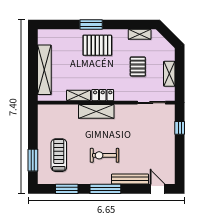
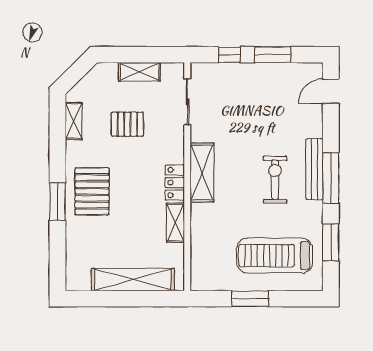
shelving: (96, 111) -> (202, 173), moved
window: (180, 154) -> (273, 55), added
treadmill: (59, 155) -> (275, 256), width x1.37, depth x1.38
exercise bike: (104, 155) -> (275, 180), turned 180
window: (33, 160) -> (250, 299), moved
bench: (130, 179) -> (314, 169), moved

